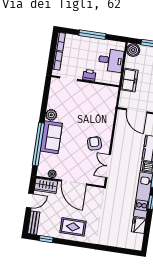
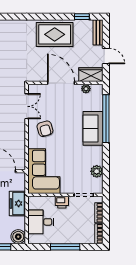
corner sofa: (101, 105) -> (44, 171), added
plant: (51, 115) -> (97, 171), moved
door: (30, 201) -> (106, 56), swing flipped
rug: (73, 227) -> (55, 34), width x1.36, depth x1.43

